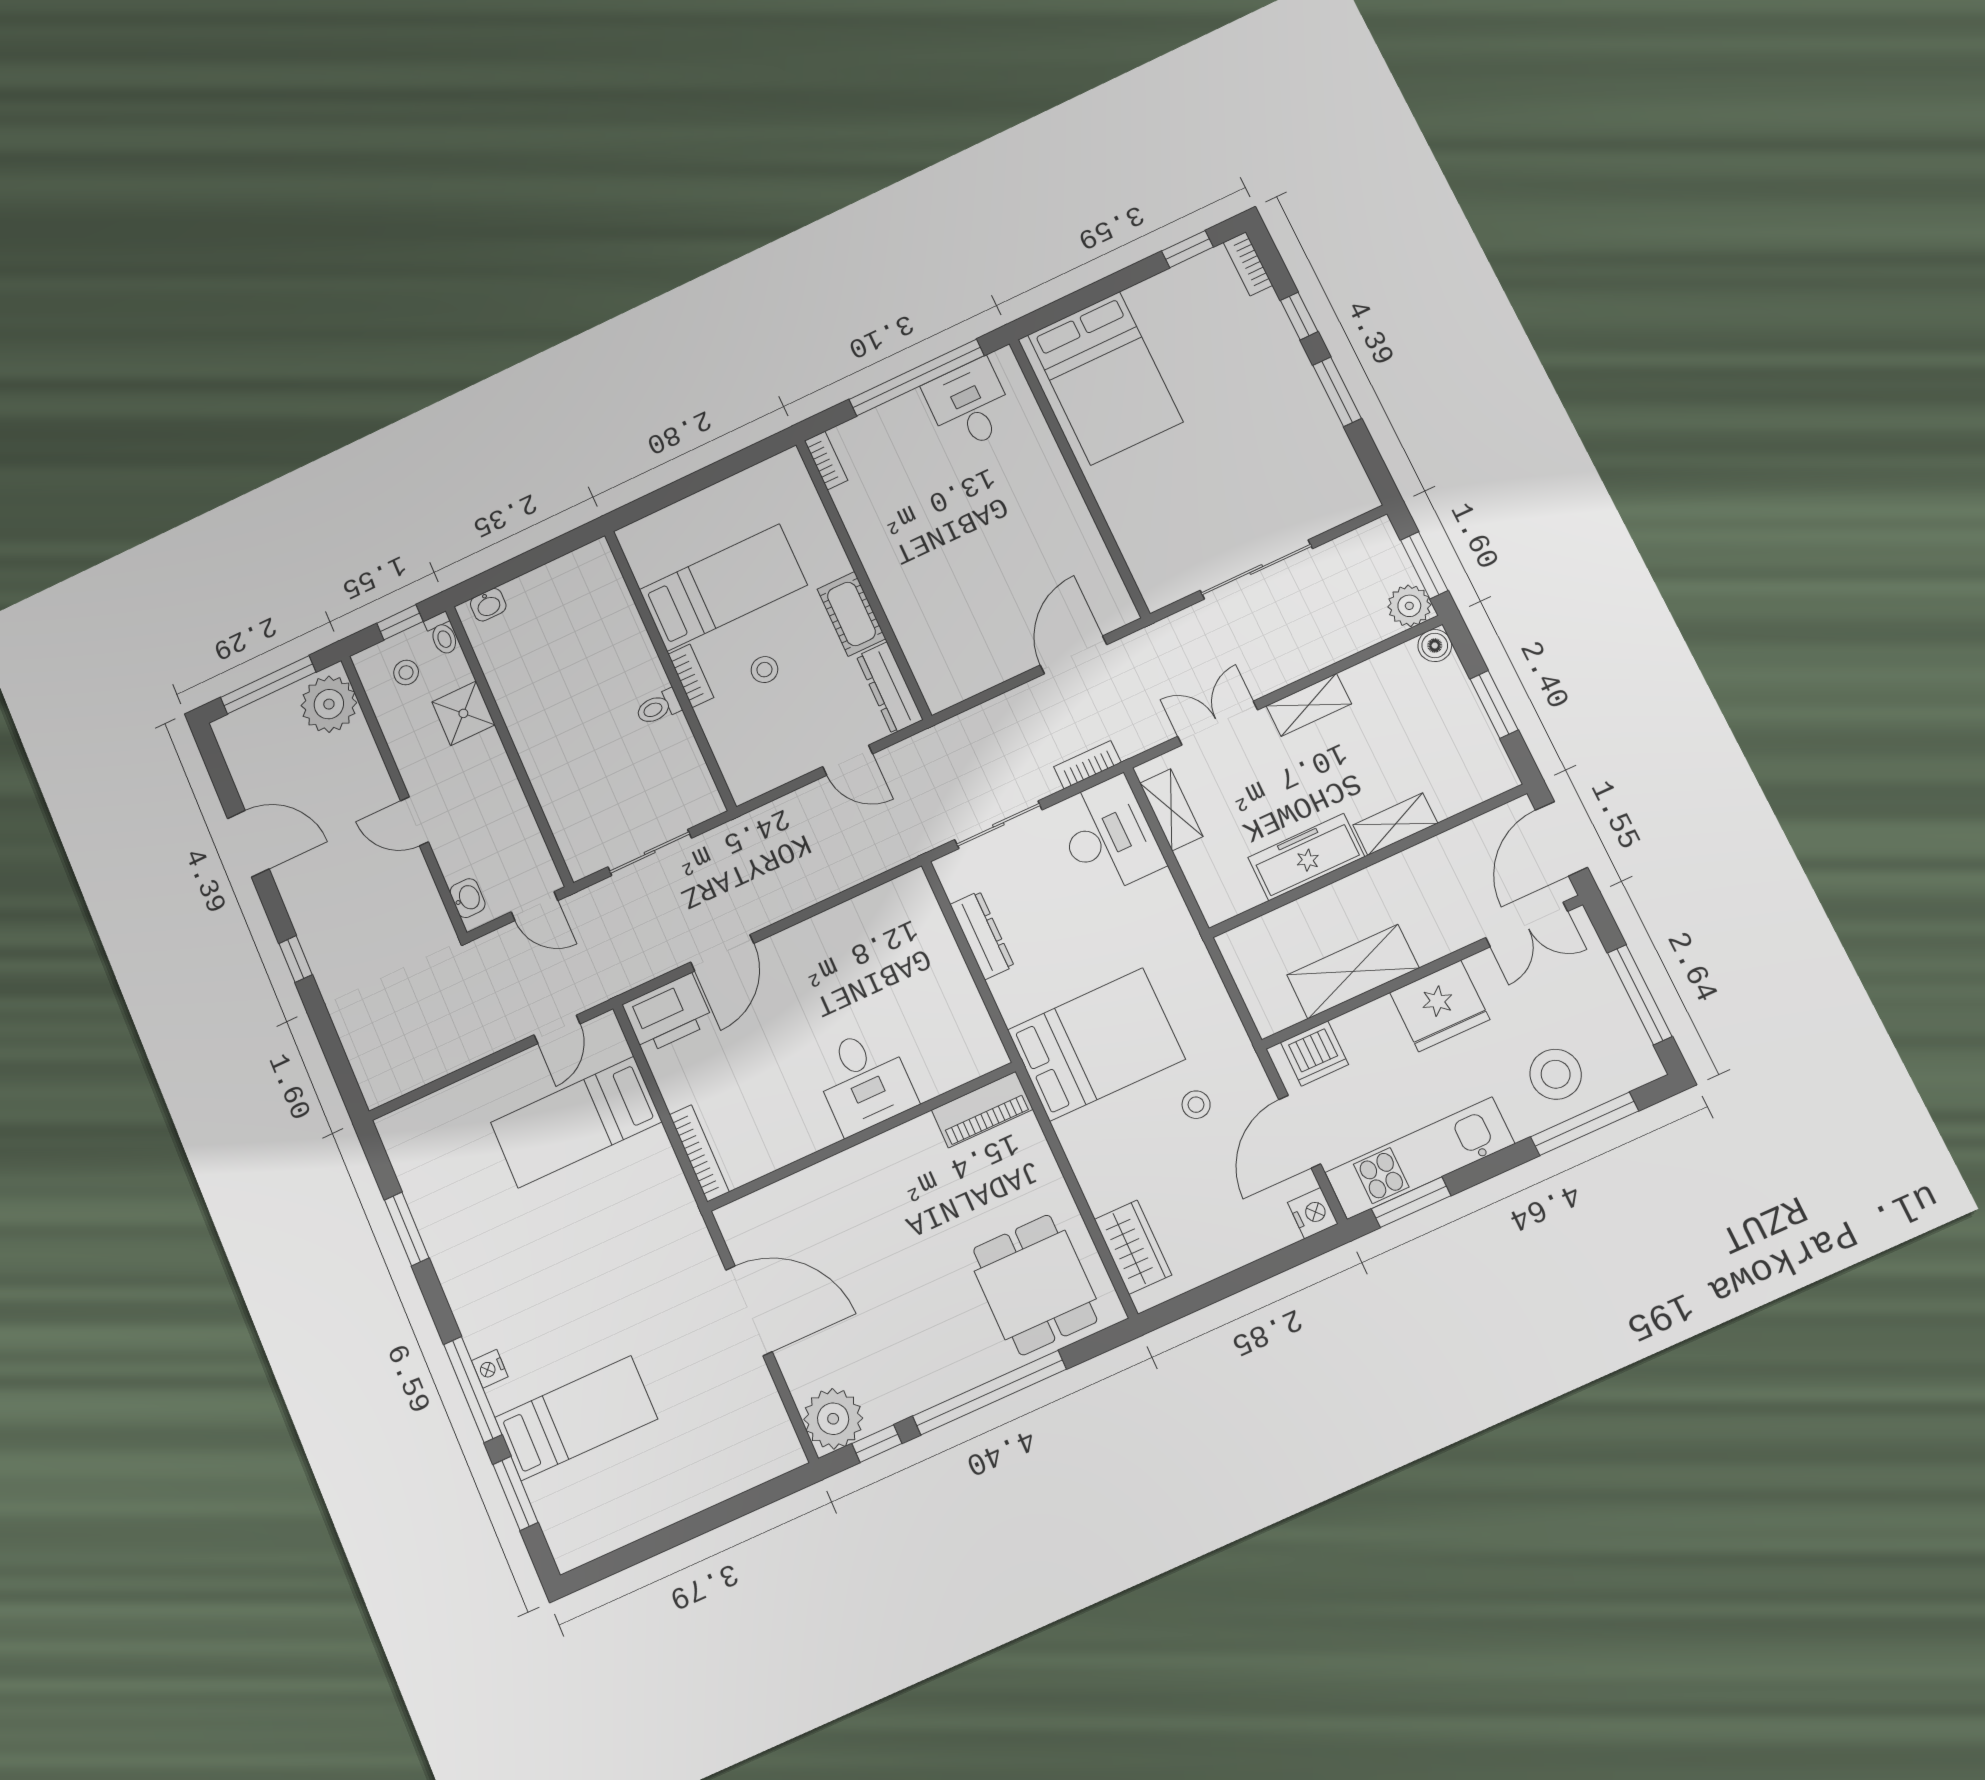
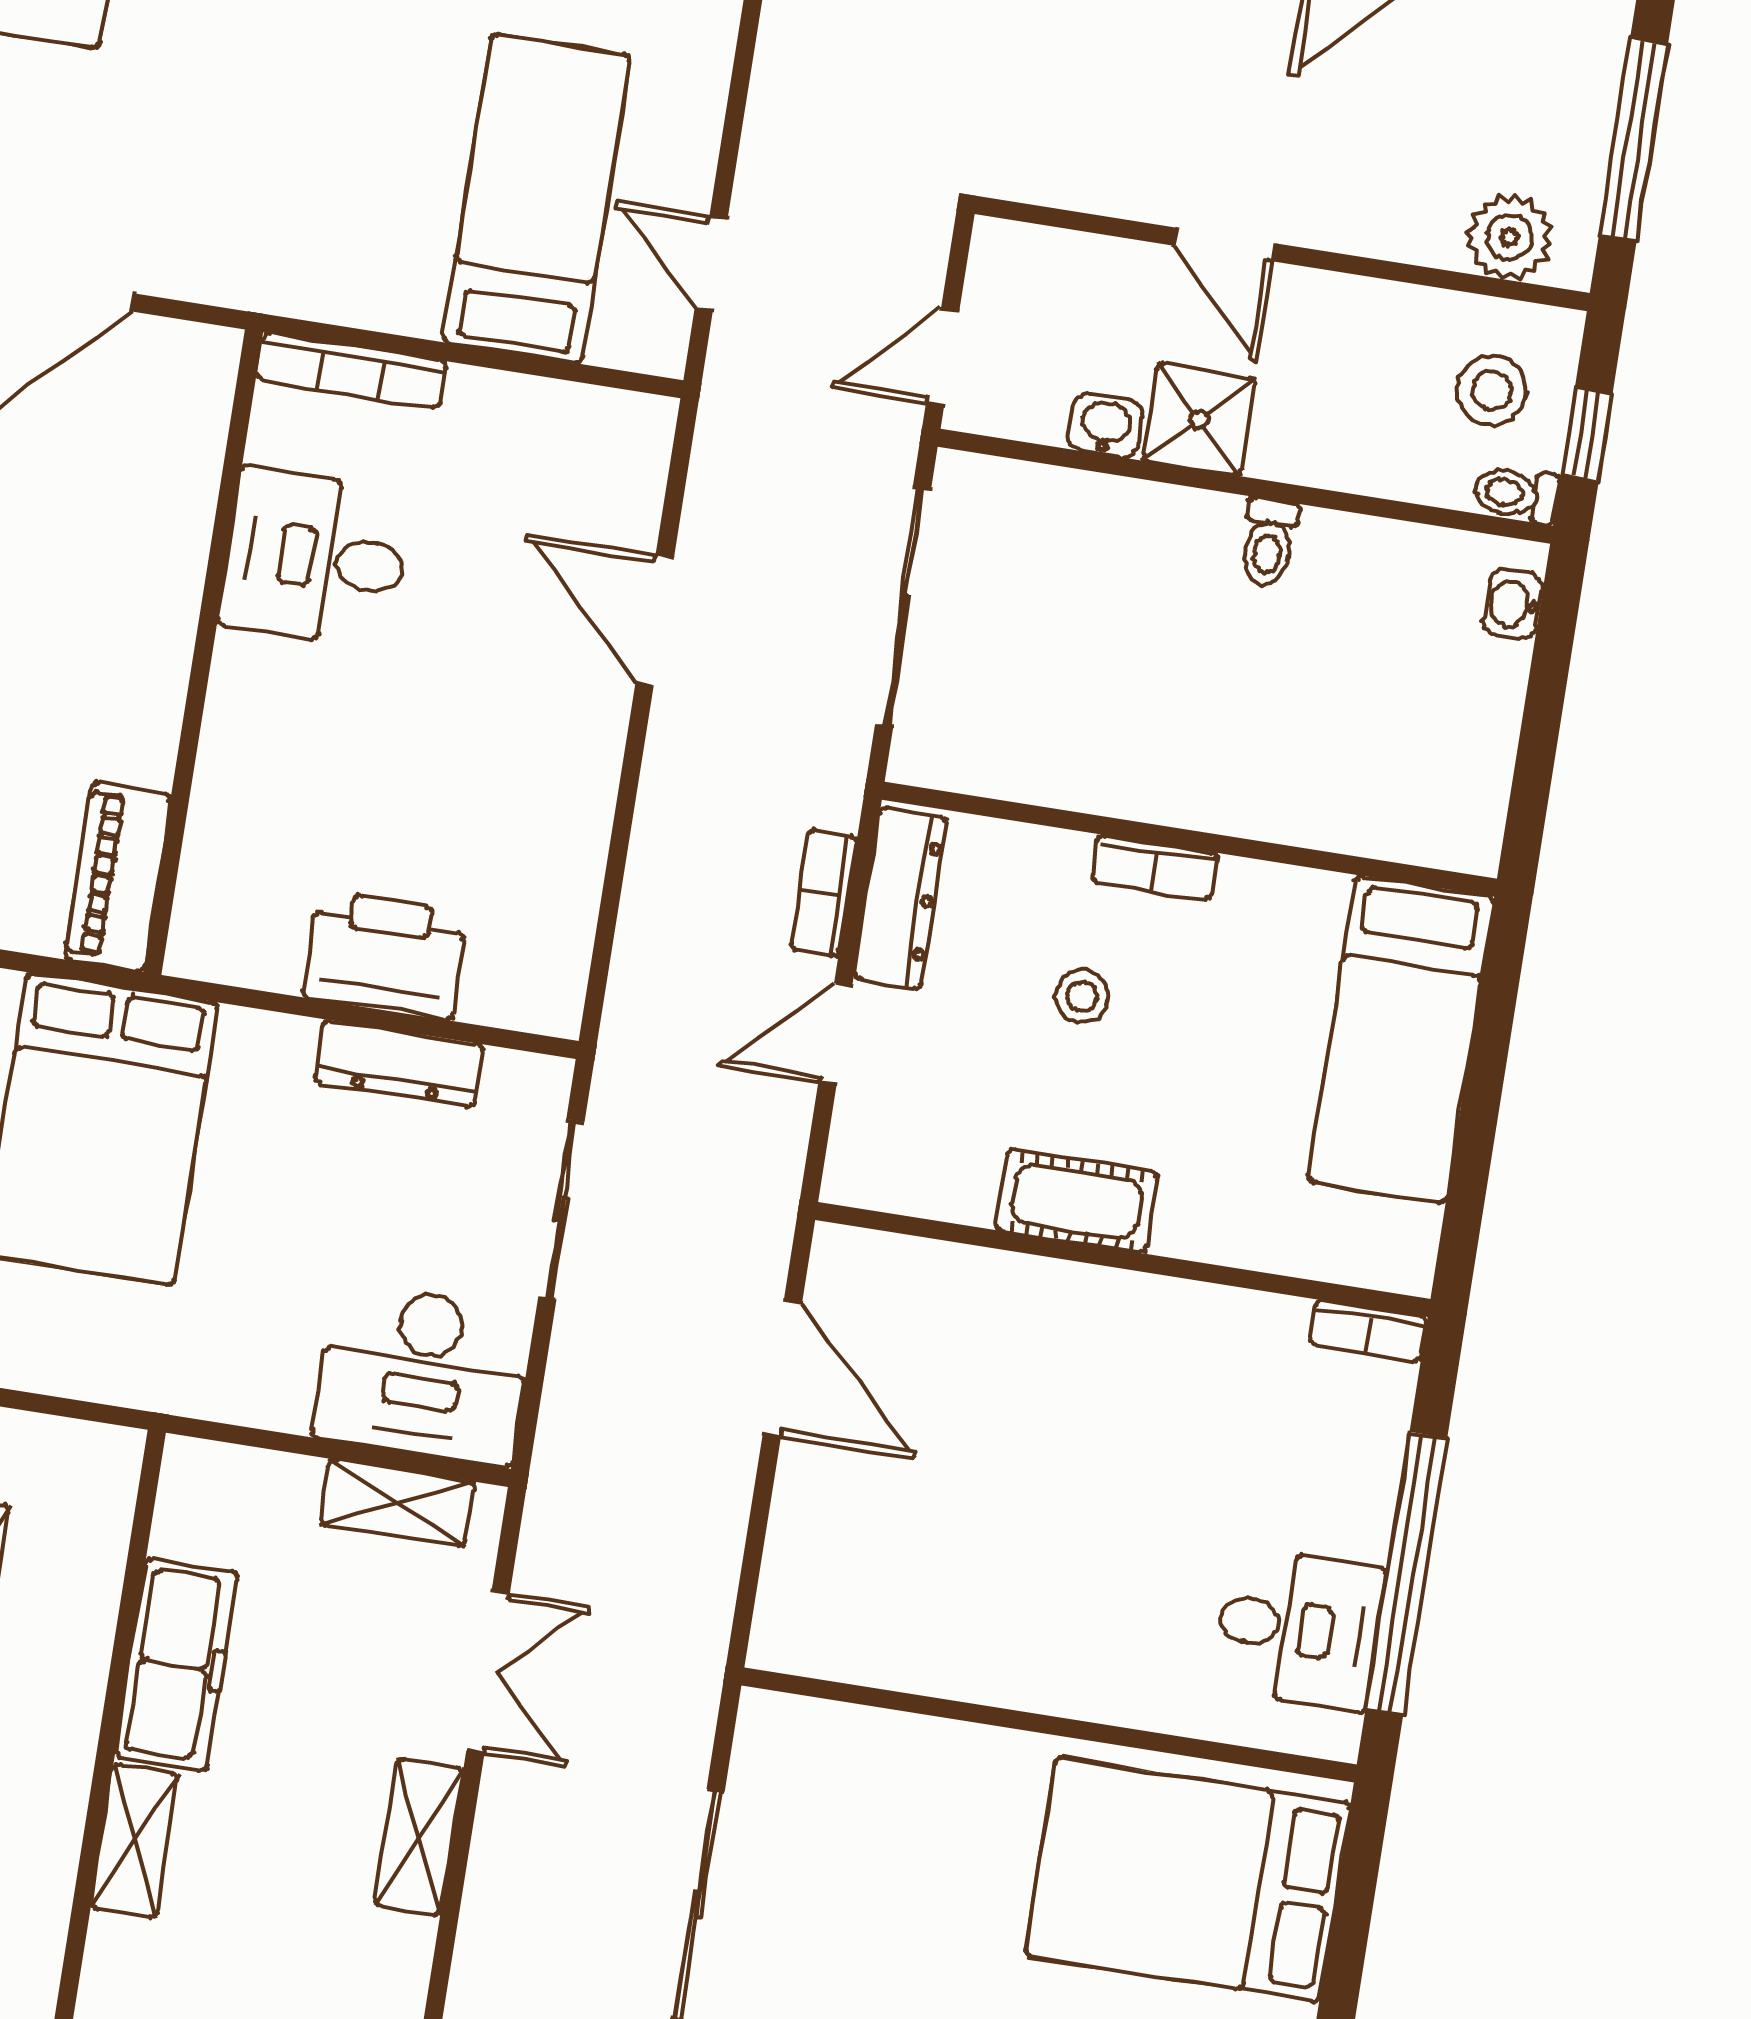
bed: (723, 587) -> (1401, 1039), moved
door: (1073, 655) -> (782, 1369), moved
stool: (406, 673) -> (1492, 390), width x1.37, depth x1.37
dresser: (890, 688) -> (901, 898), moved, turned 90
plant: (329, 704) -> (1510, 237), width x0.73, depth x0.73
toilet: (658, 707) -> (1269, 542), moved, turned 180
shower: (463, 713) -> (1199, 419), moved
bookcase: (1087, 765) -> (824, 893), moved, turned 180
door: (414, 821) -> (1224, 244), swing flipped
sliding door: (650, 853) -> (903, 607), width x1.37
washbasin: (468, 898) -> (1106, 426), moved, turned 180
printer: (668, 1014) -> (385, 955), moved, turned 90
desk: (864, 1081) -> (316, 558), moved

